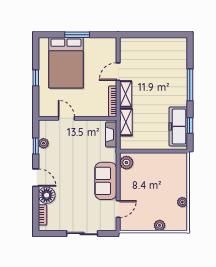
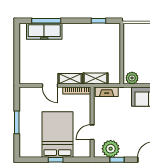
bed: (66, 63) -> (58, 134), moved, turned -90
window: (190, 85) -> (46, 21), moved
freezer: (178, 126) -> (44, 31), moved
plant: (43, 143) -> (111, 149), width x1.88, depth x1.88

